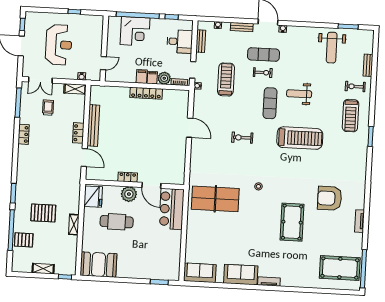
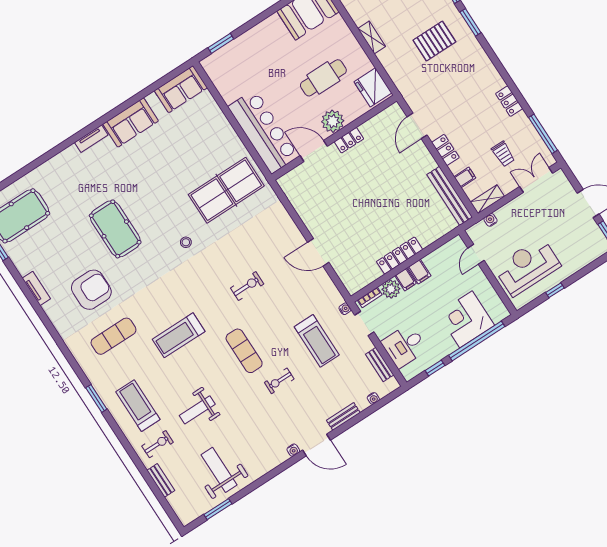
reception desk: (59, 45) -> (527, 267), moved, turned 90
exercise mat: (263, 54) -> (113, 336), moved
weight bench: (299, 94) -> (197, 410), moved, turned 180
filing cabinet: (79, 110) -> (465, 177), added
bench: (93, 126) -> (450, 196), moved
treadmill: (300, 138) -> (179, 335), width x0.73, depth x0.73
door: (84, 158) -> (417, 126), hinge flipped
bar counter: (172, 209) -> (263, 132), width x1.36
pallet: (43, 213) -> (434, 41), moved

